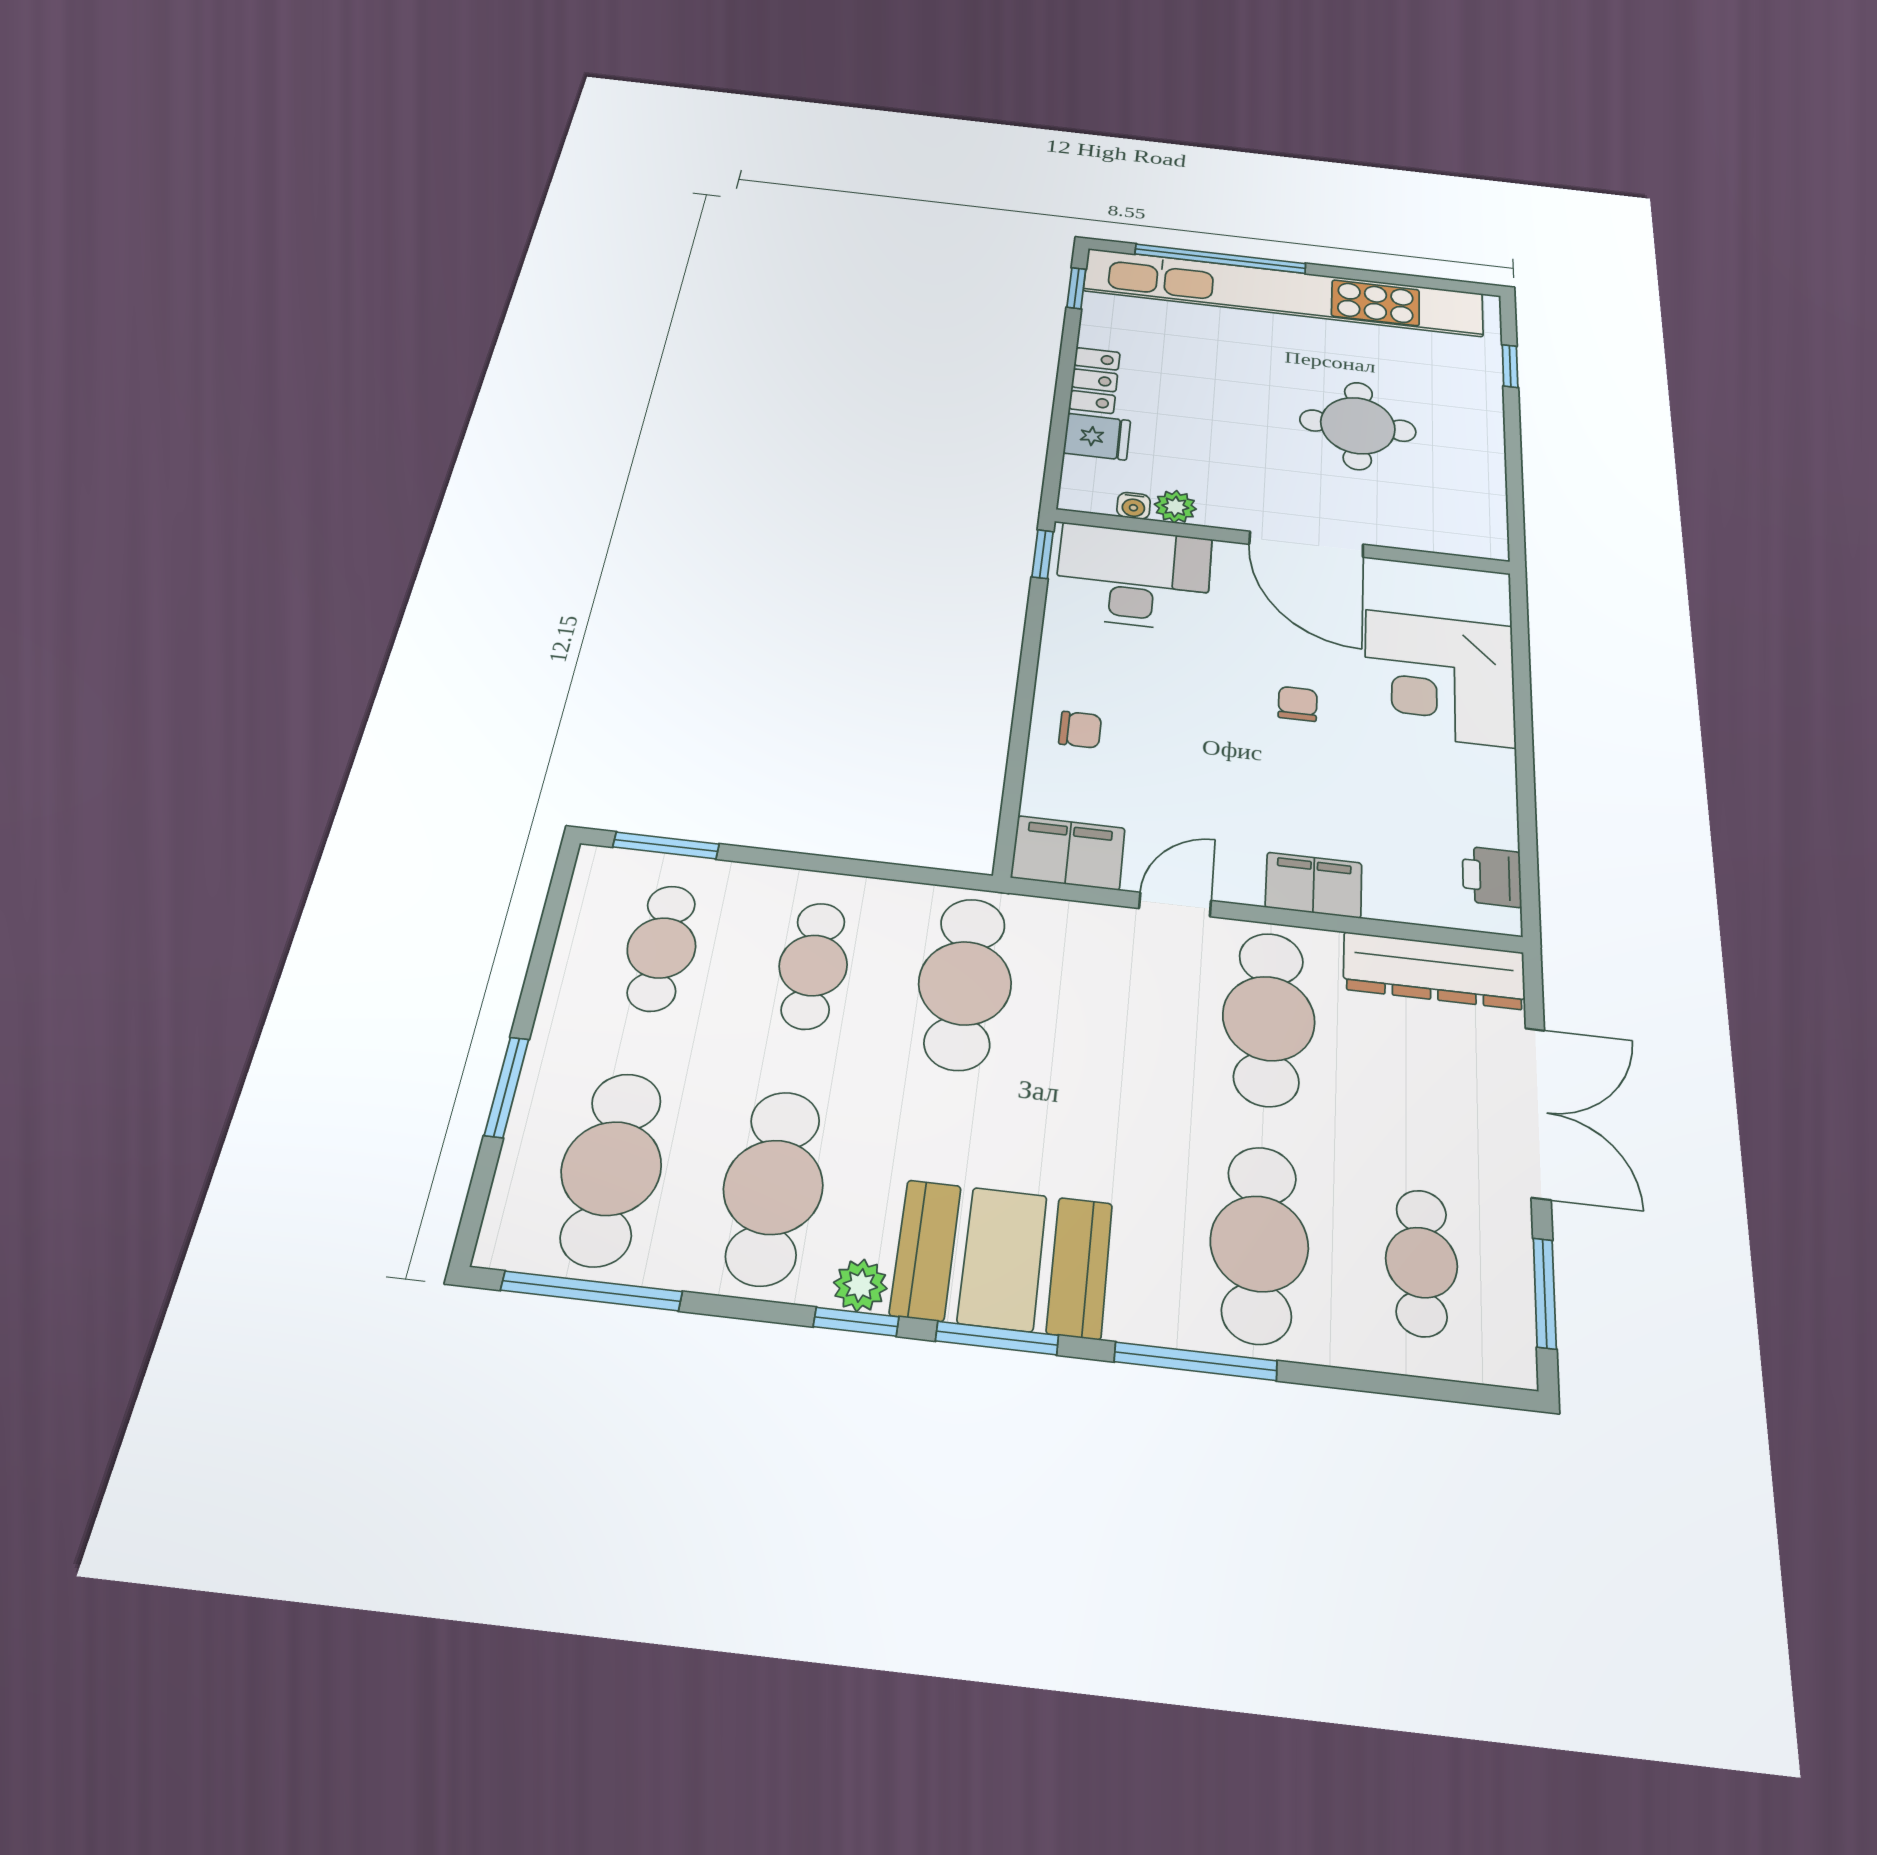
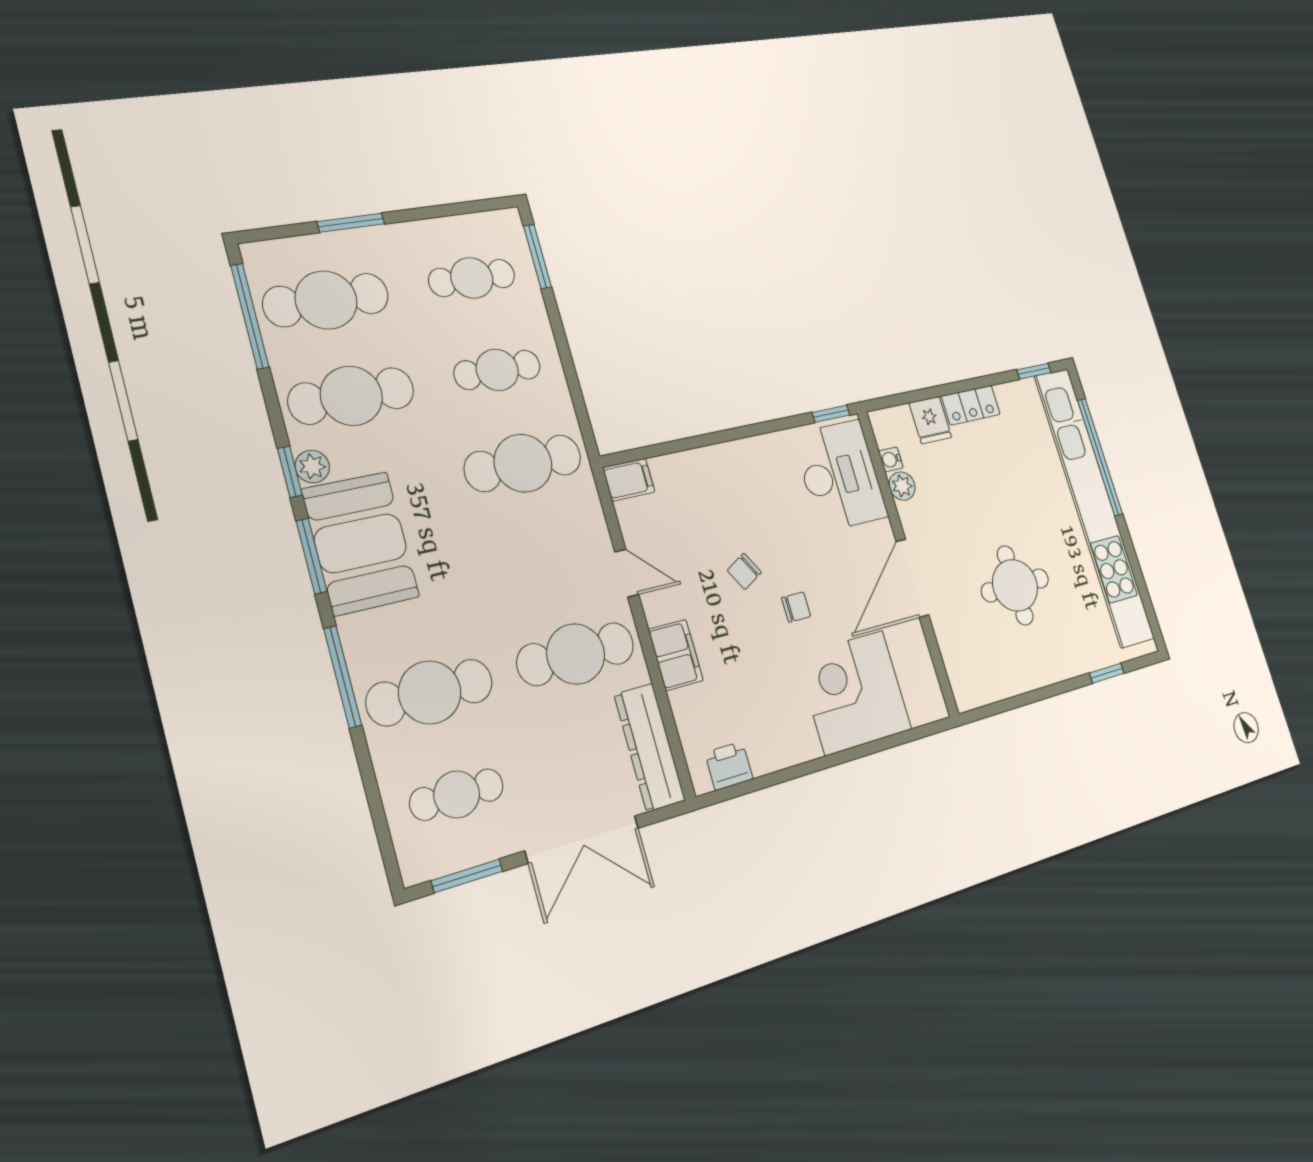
chair: (1080, 730) -> (744, 571), moved, turned 61
filing cabinet: (1068, 853) -> (629, 480), width x0.50

